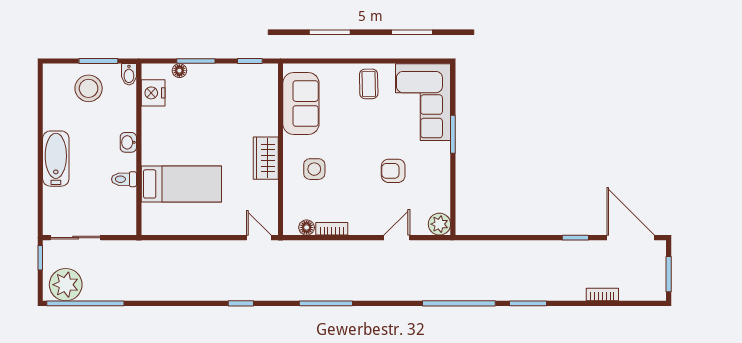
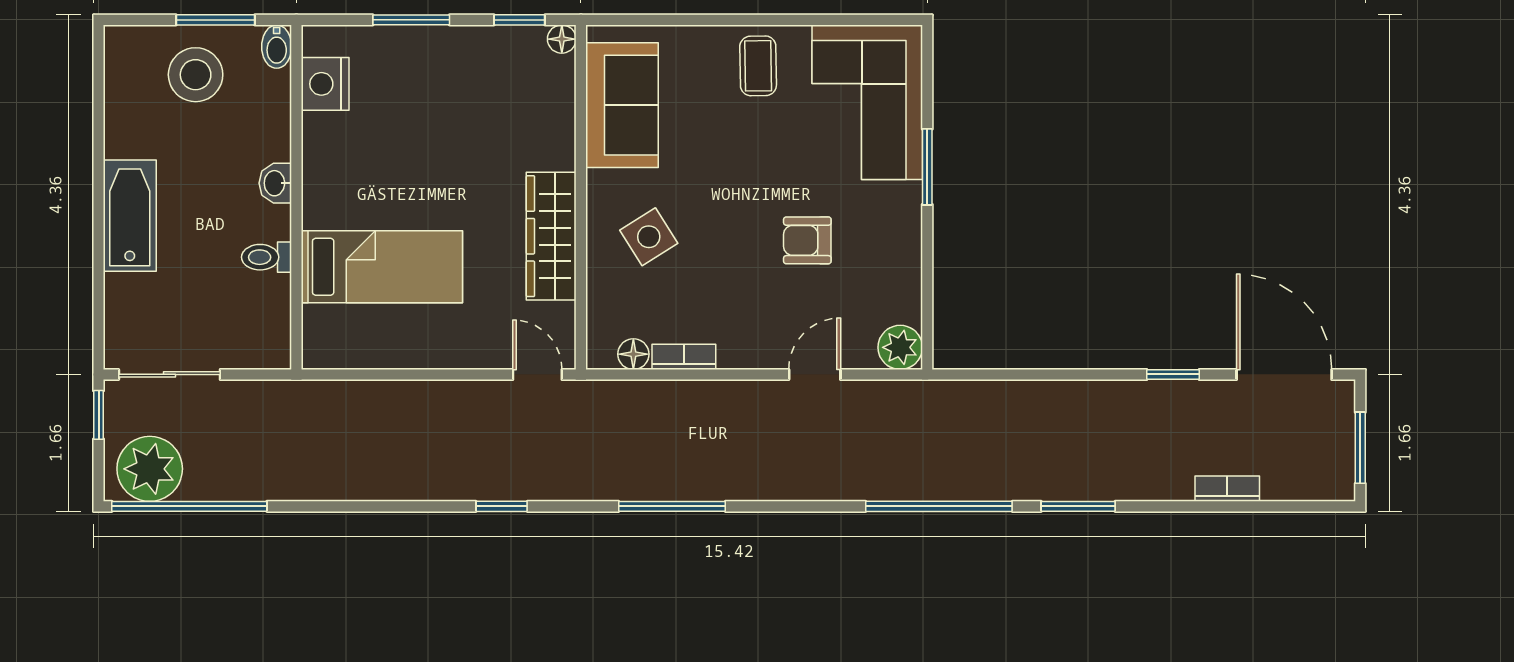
floor lamp: (179, 71) -> (562, 39), moved
wardrobe: (266, 158) -> (551, 236), width x1.50
side table: (314, 169) -> (649, 237), turned -32

